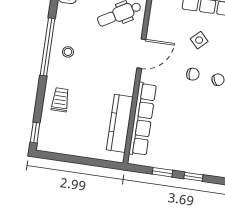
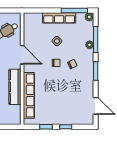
door: (141, 54) -> (22, 55), hinge flipped
kitchen counter: (120, 123) -> (15, 87), moved

